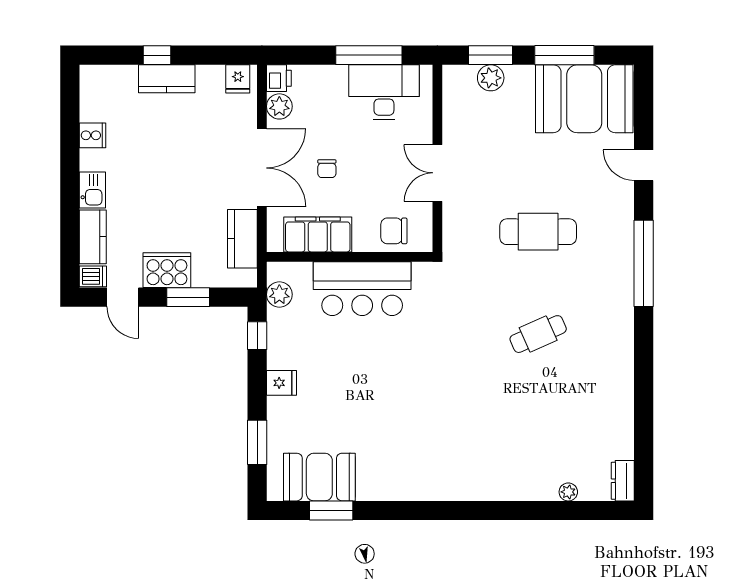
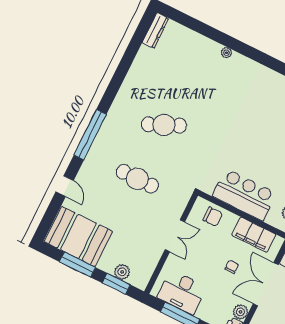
cafe table: (538, 334) -> (164, 125), width x1.37, depth x1.35
dresser: (623, 481) -> (155, 31), width x1.44
plant: (568, 492) -> (226, 53), moved

